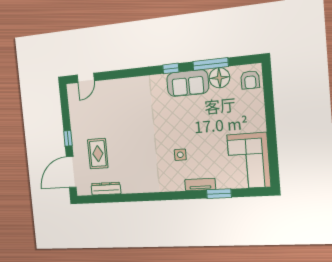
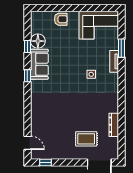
window: (210, 64) -> (27, 47), width x0.46
armchair: (250, 80) -> (61, 19), moved
window: (68, 138) -> (45, 162), moved
dresser: (106, 189) -> (114, 125), moved

